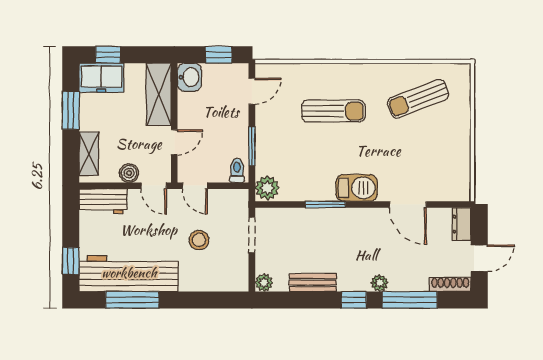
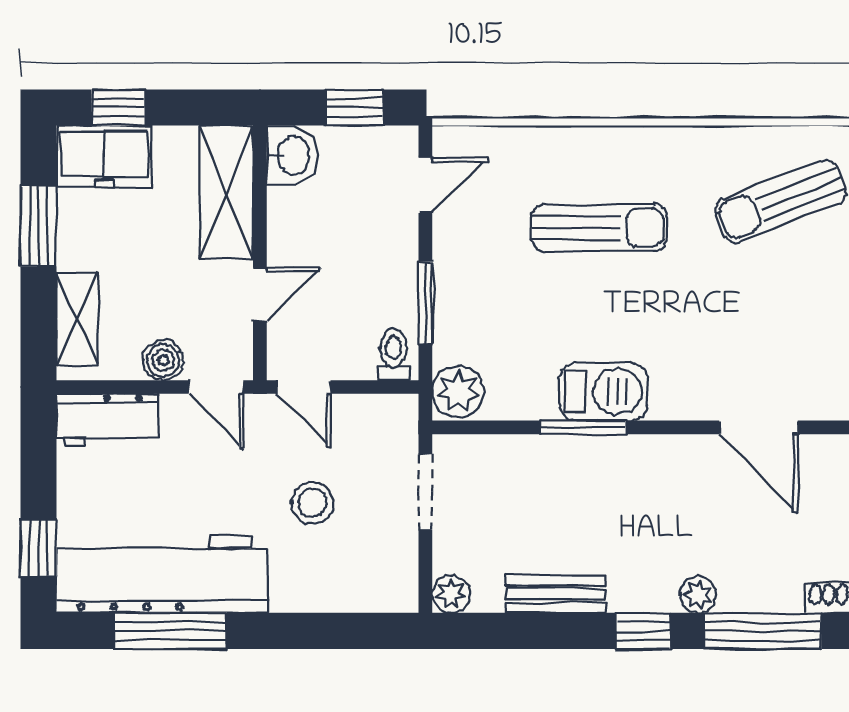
barbecue: (357, 188) -> (603, 392), moved

